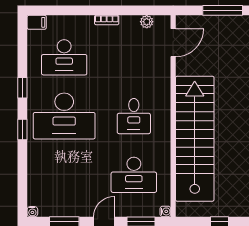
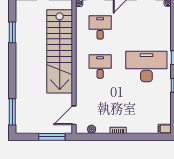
window: (223, 10) -> (52, 137), moved
desk: (64, 57) -> (146, 106), removed
desk: (134, 175) -> (100, 27), width x0.73

